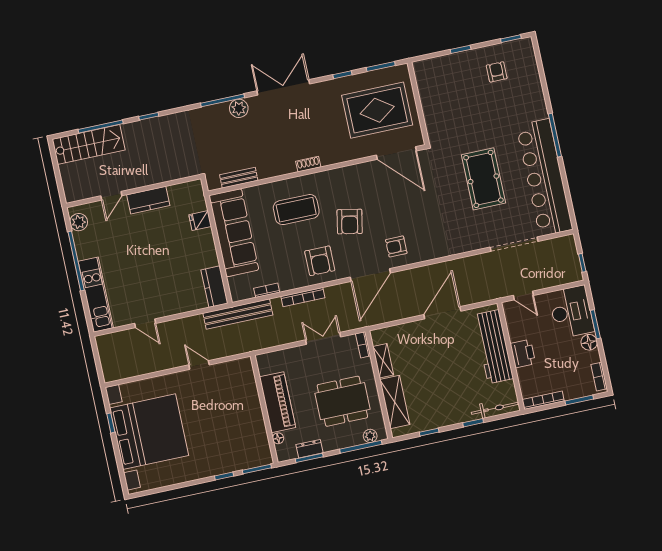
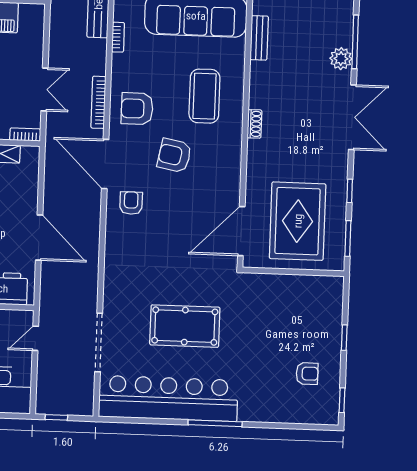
bookcase: (303, 297) -> (98, 102), moved

